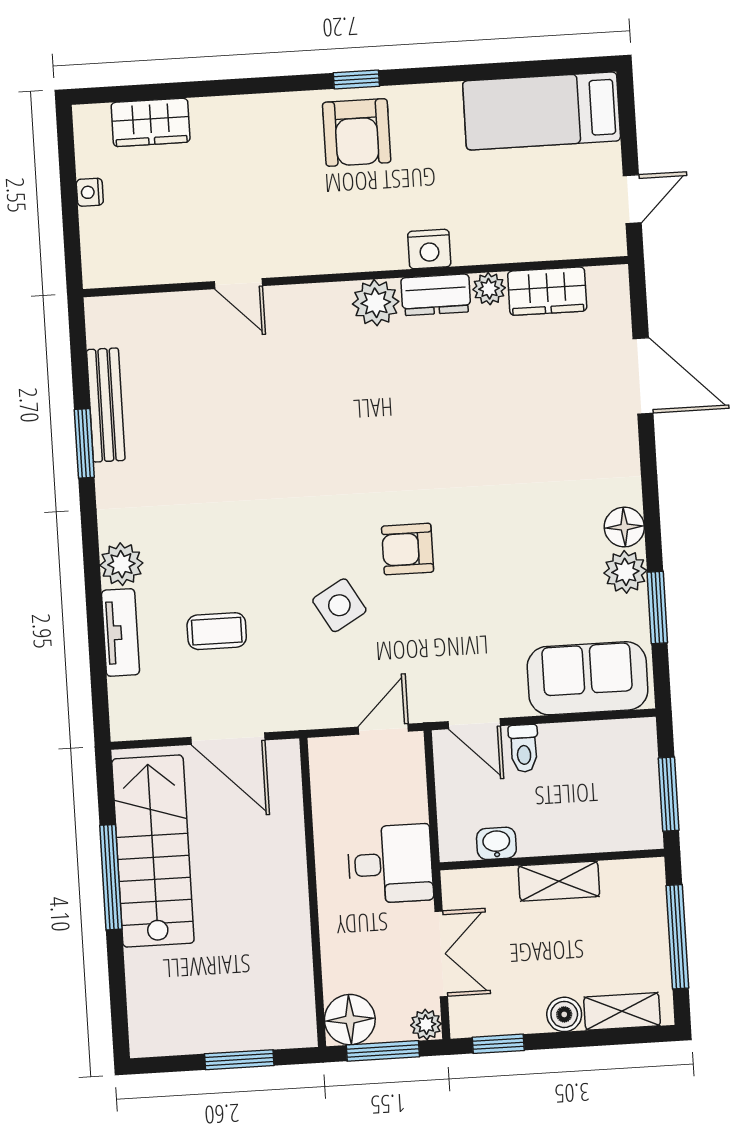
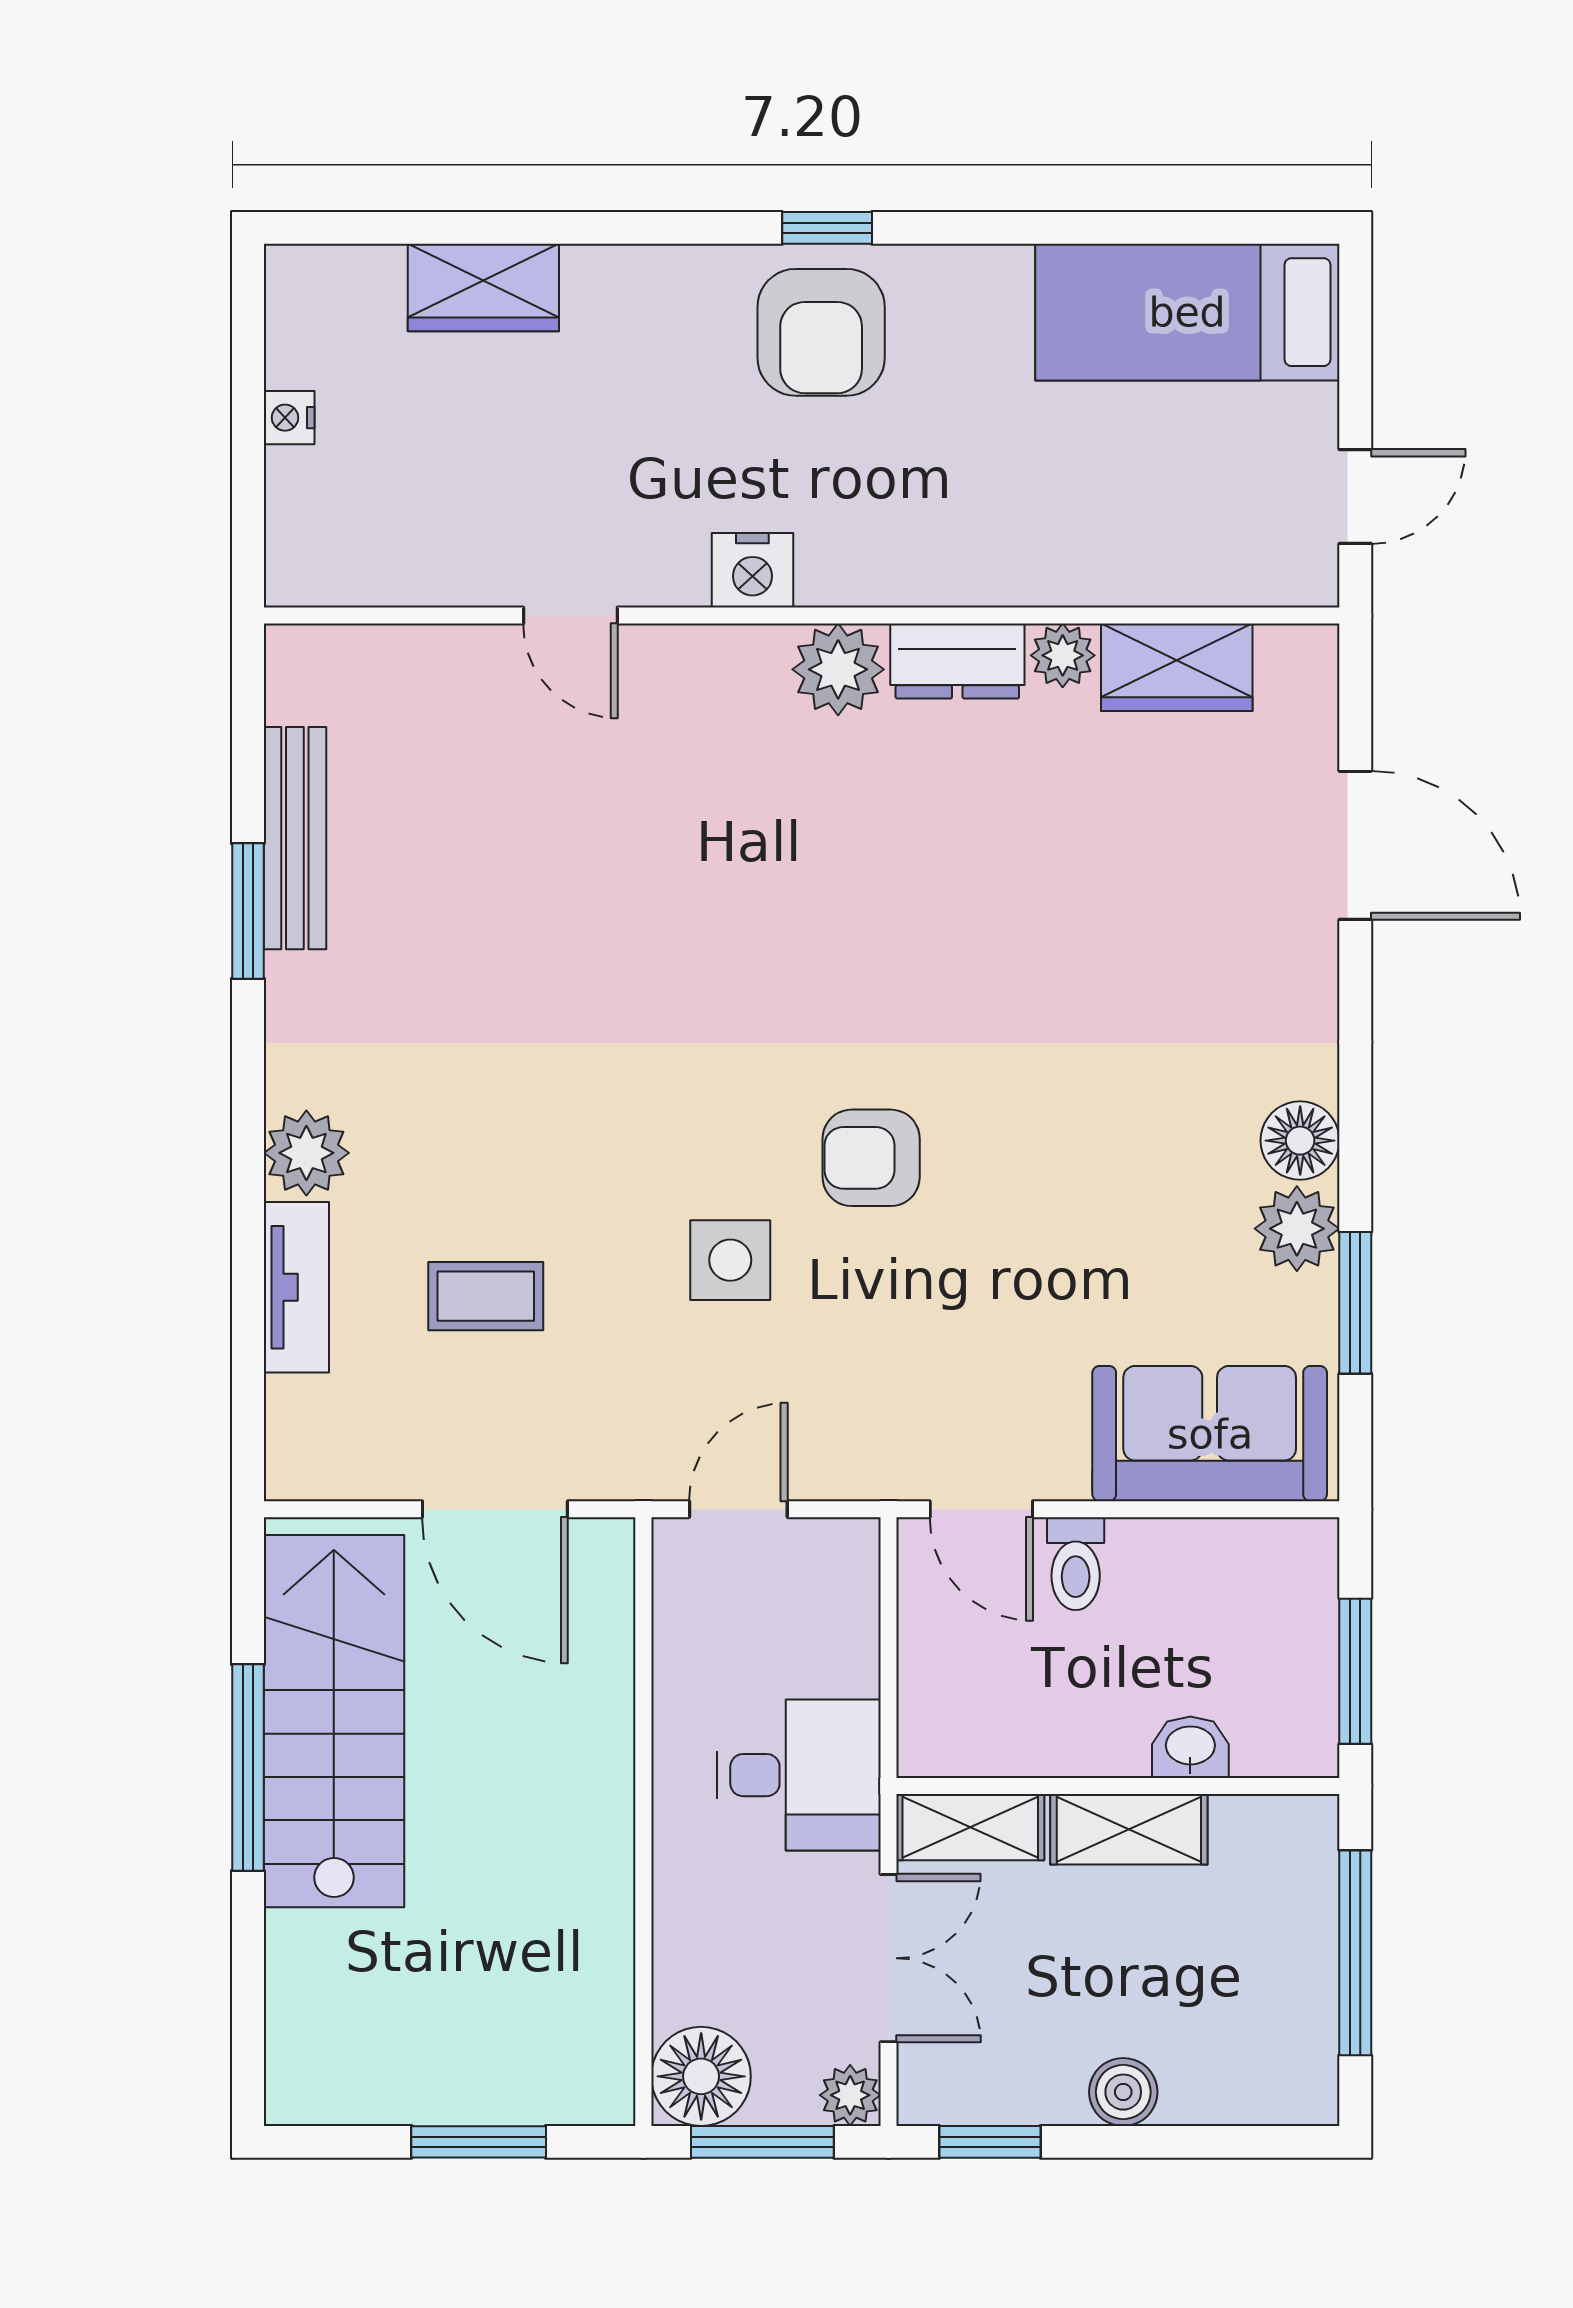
wardrobe: (151, 122) -> (483, 288), moved
nightstand: (429, 249) -> (752, 570), moved
side table: (339, 605) -> (730, 1260), turned 30
door: (383, 729) -> (738, 1509), moved
washbasin: (496, 843) -> (1190, 1747), moved
shelving: (622, 1011) -> (970, 1827), moved

